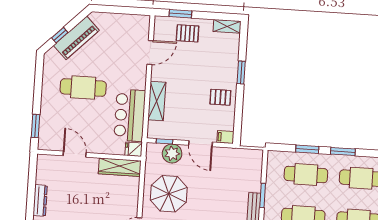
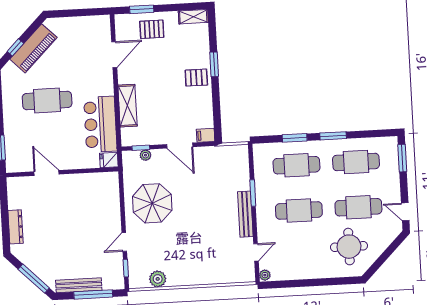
pallet: (220, 97) -> (196, 78), moved
plant: (172, 153) -> (146, 155), width x0.53, depth x0.53
wardrobe: (120, 167) -> (96, 181), removed

